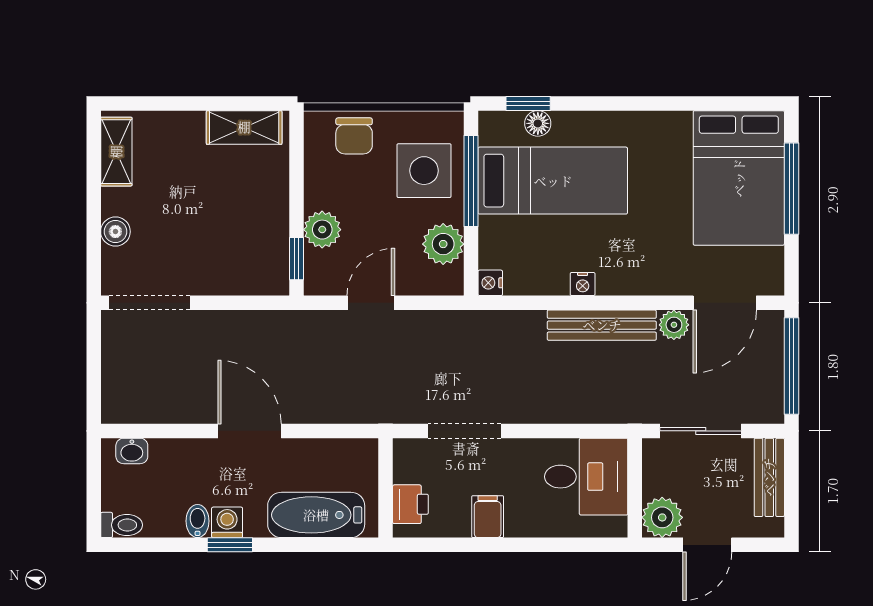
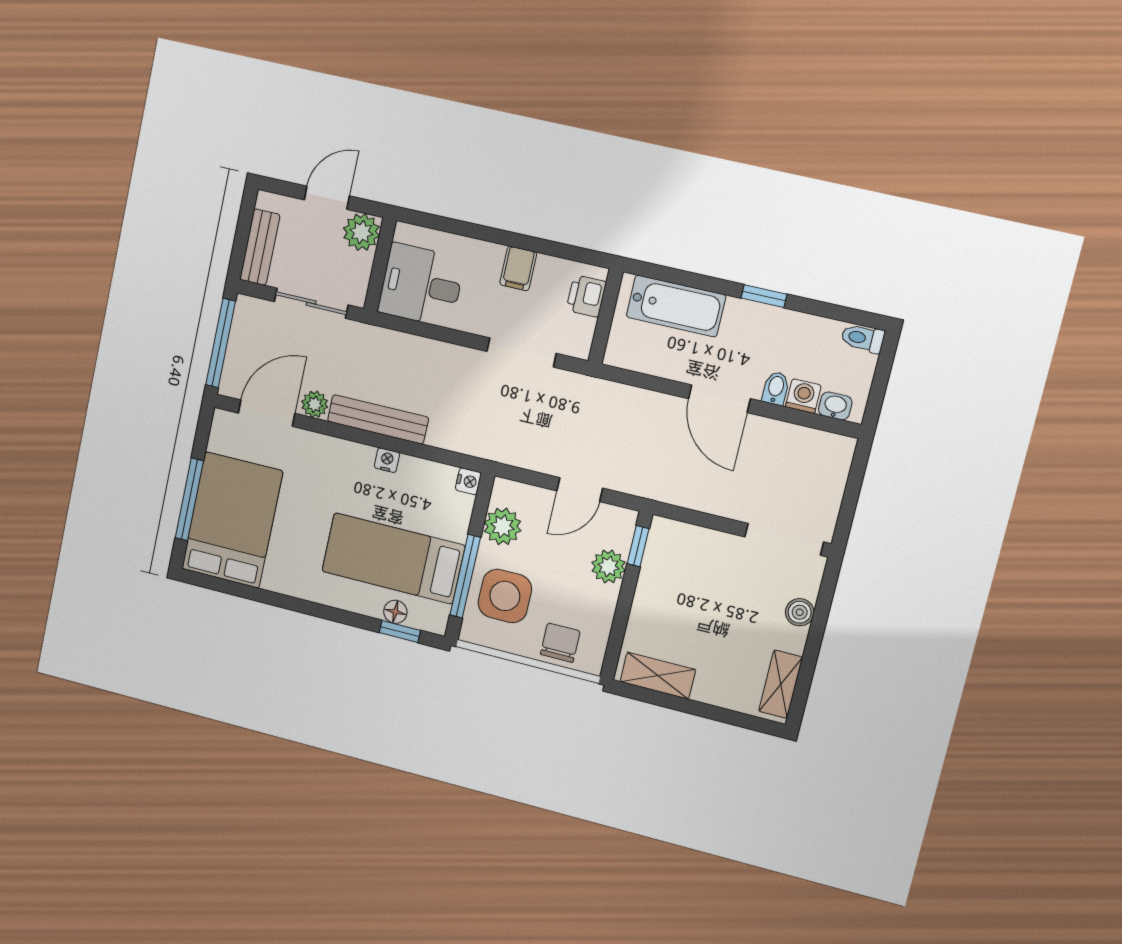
bidet: (198, 521) -> (776, 388), moved, turned 180
washing machine: (227, 522) -> (803, 396), moved, turned 180

